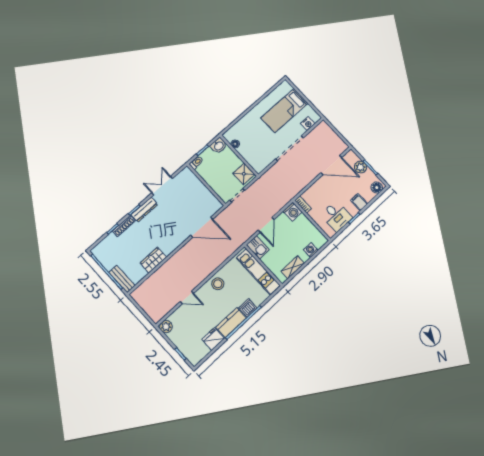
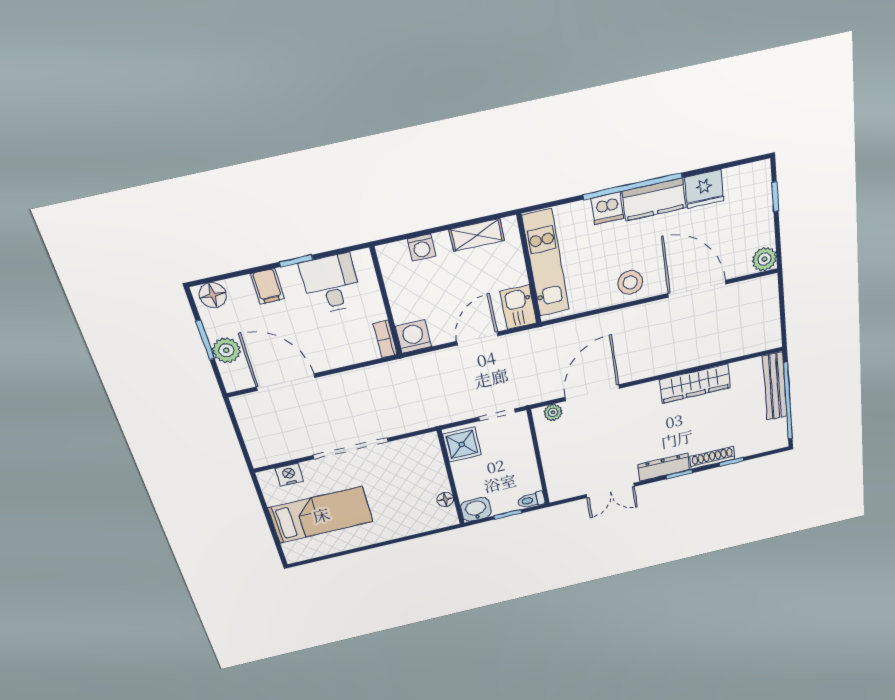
plant: (213, 209) -> (553, 412), added
door: (202, 227) -> (592, 393), hinge flipped
wardrobe: (153, 260) -> (695, 384), width x1.50
bench: (122, 279) -> (775, 386), width x1.36
door: (187, 297) -> (697, 289), width x1.88

